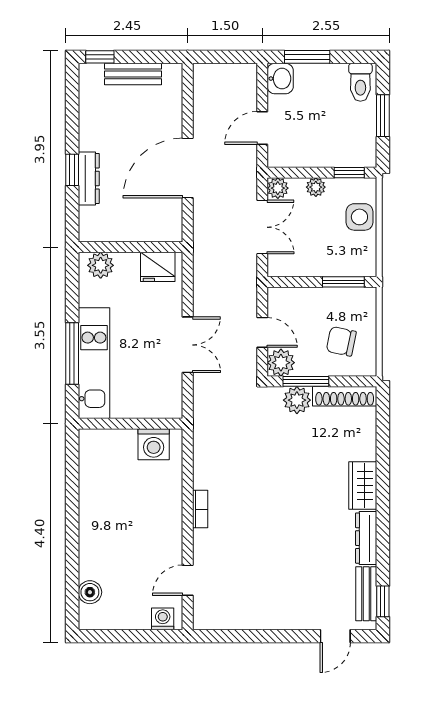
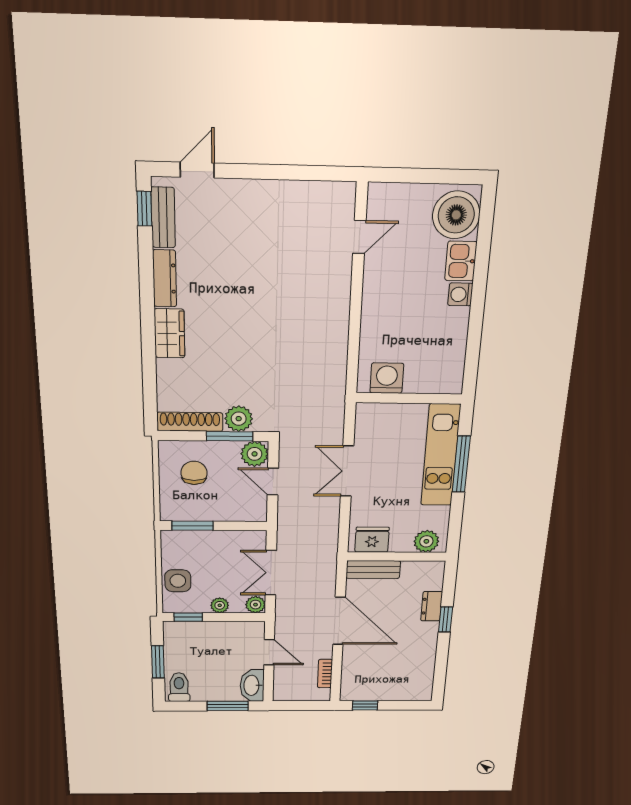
window: (100, 57) -> (365, 705), moved
bench: (133, 74) -> (373, 570), moved
washbasin: (280, 79) -> (252, 685), width x1.38
door: (262, 128) -> (269, 652), hinge flipped
door: (188, 168) -> (339, 621), hinge flipped
dresser: (89, 178) -> (432, 606), width x0.70
chair: (341, 341) -> (194, 473), turned -102
bookcase: (200, 509) -> (325, 674), moved
kitchen sink: (92, 560) -> (461, 261), added
boiler: (90, 592) -> (456, 215), width x1.86, depth x1.86
washing machine: (163, 619) -> (460, 294), moved, turned 90

